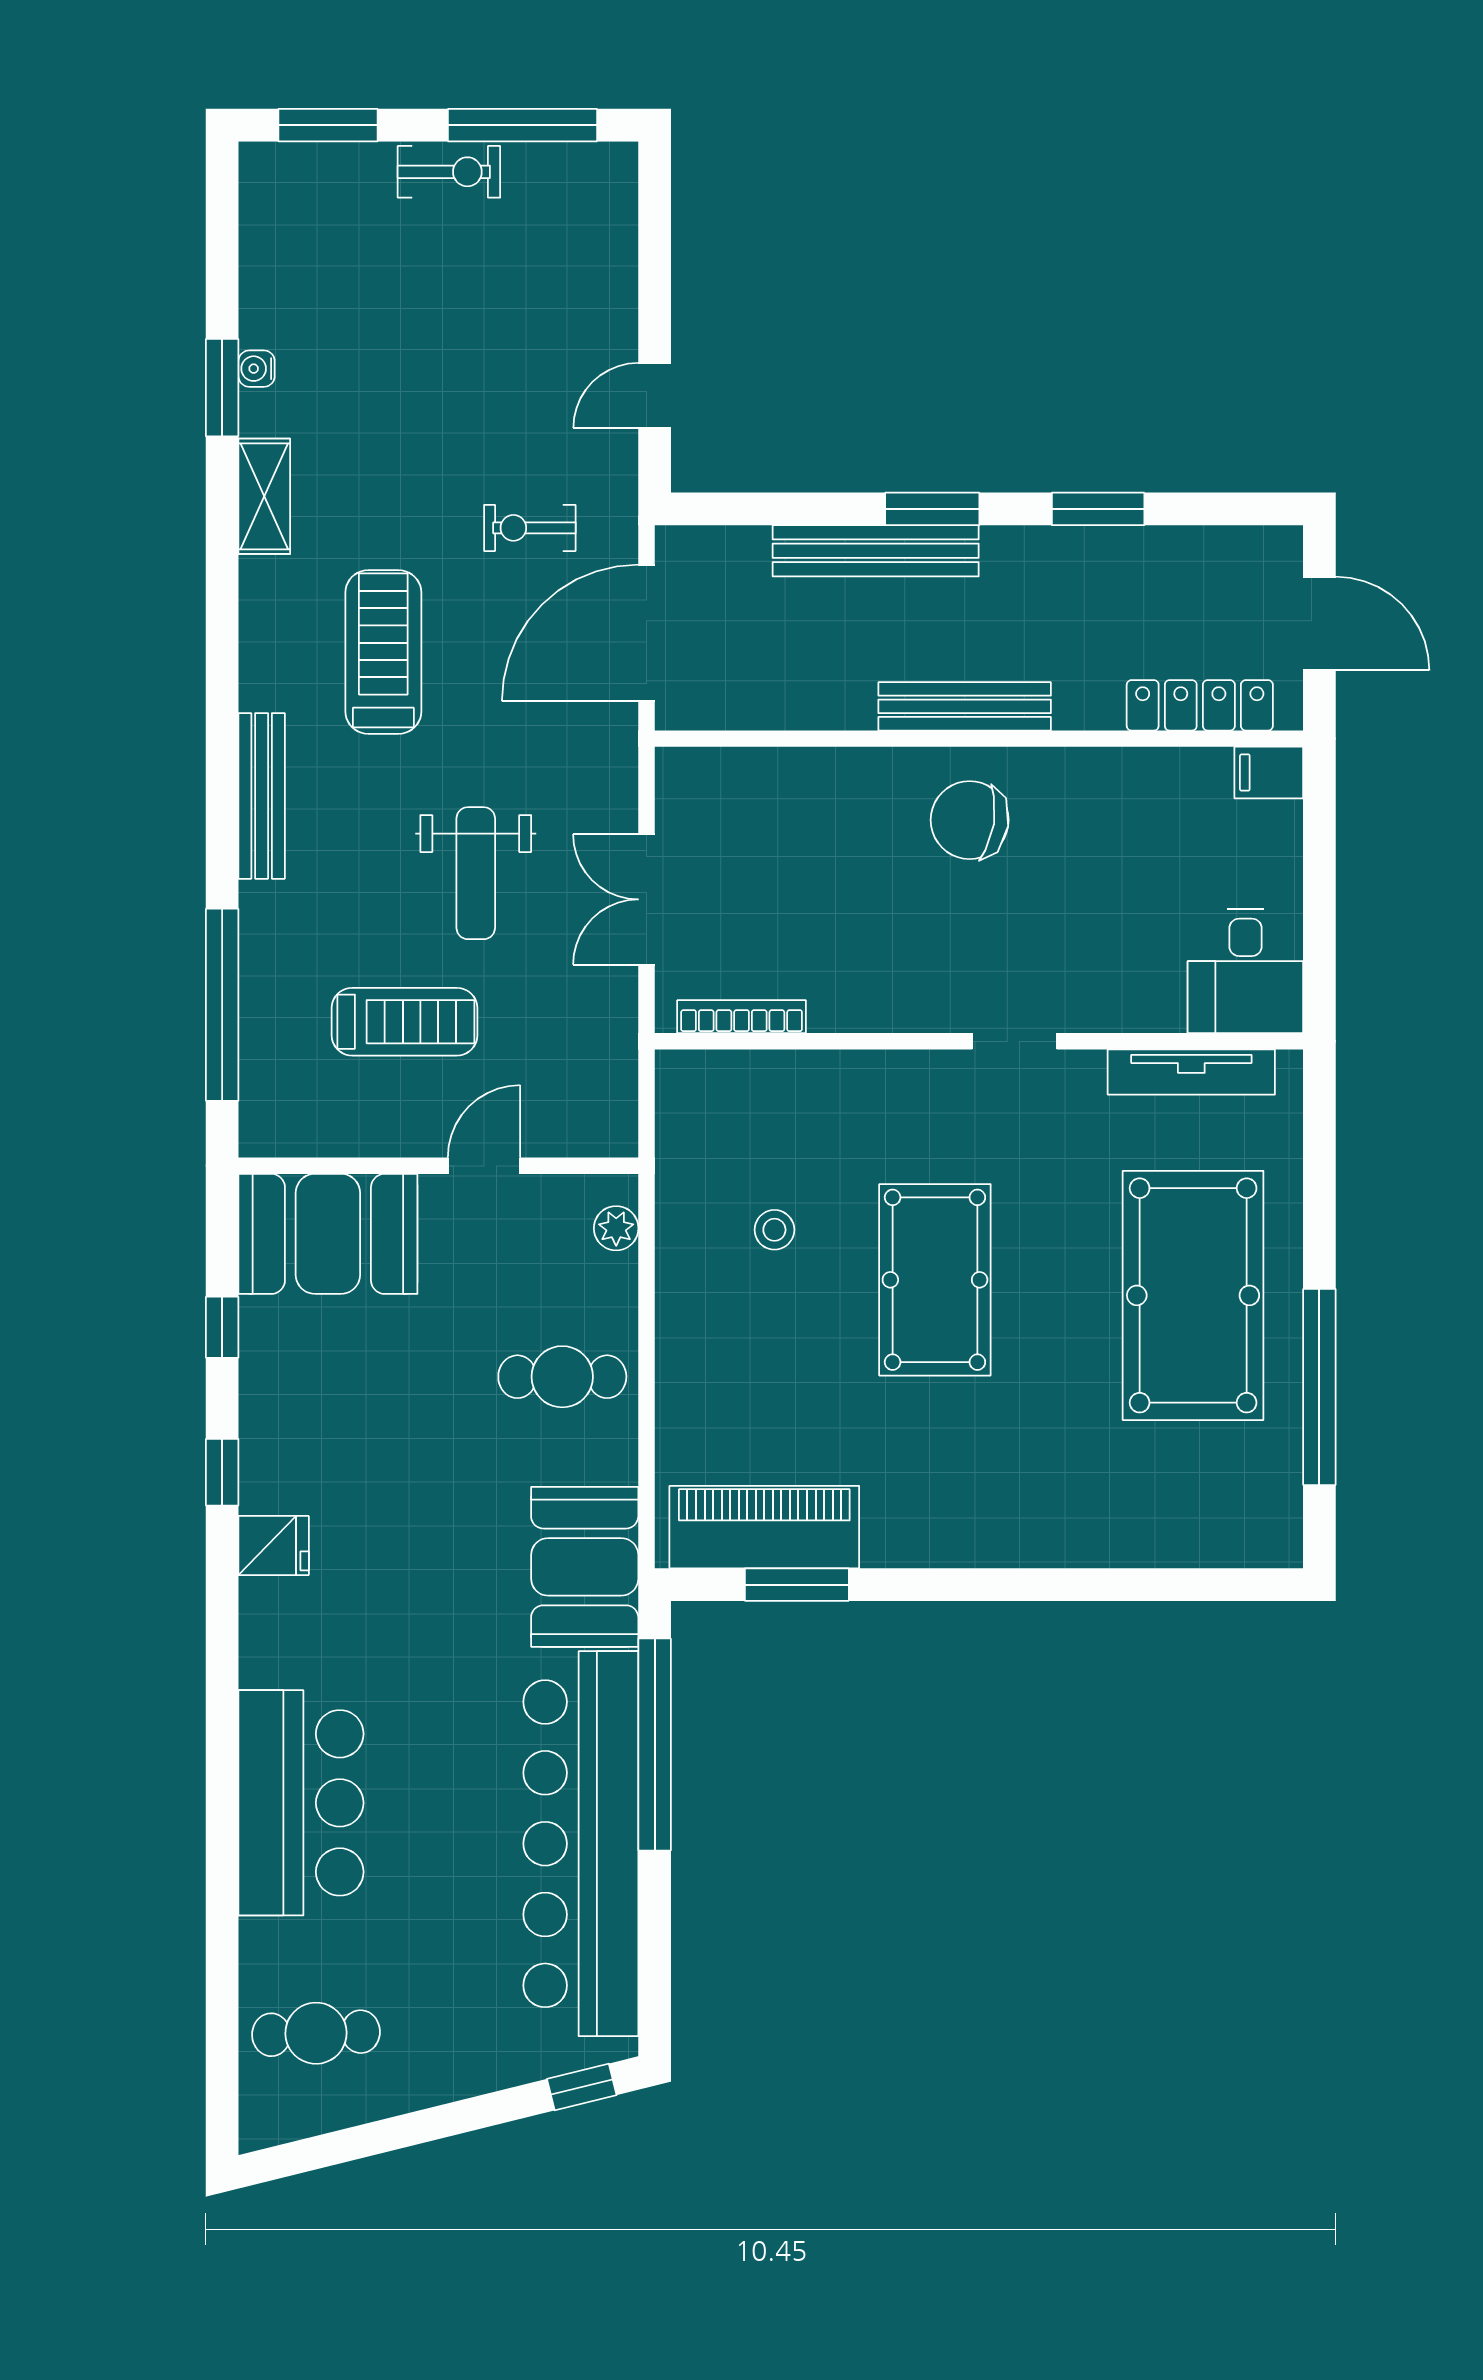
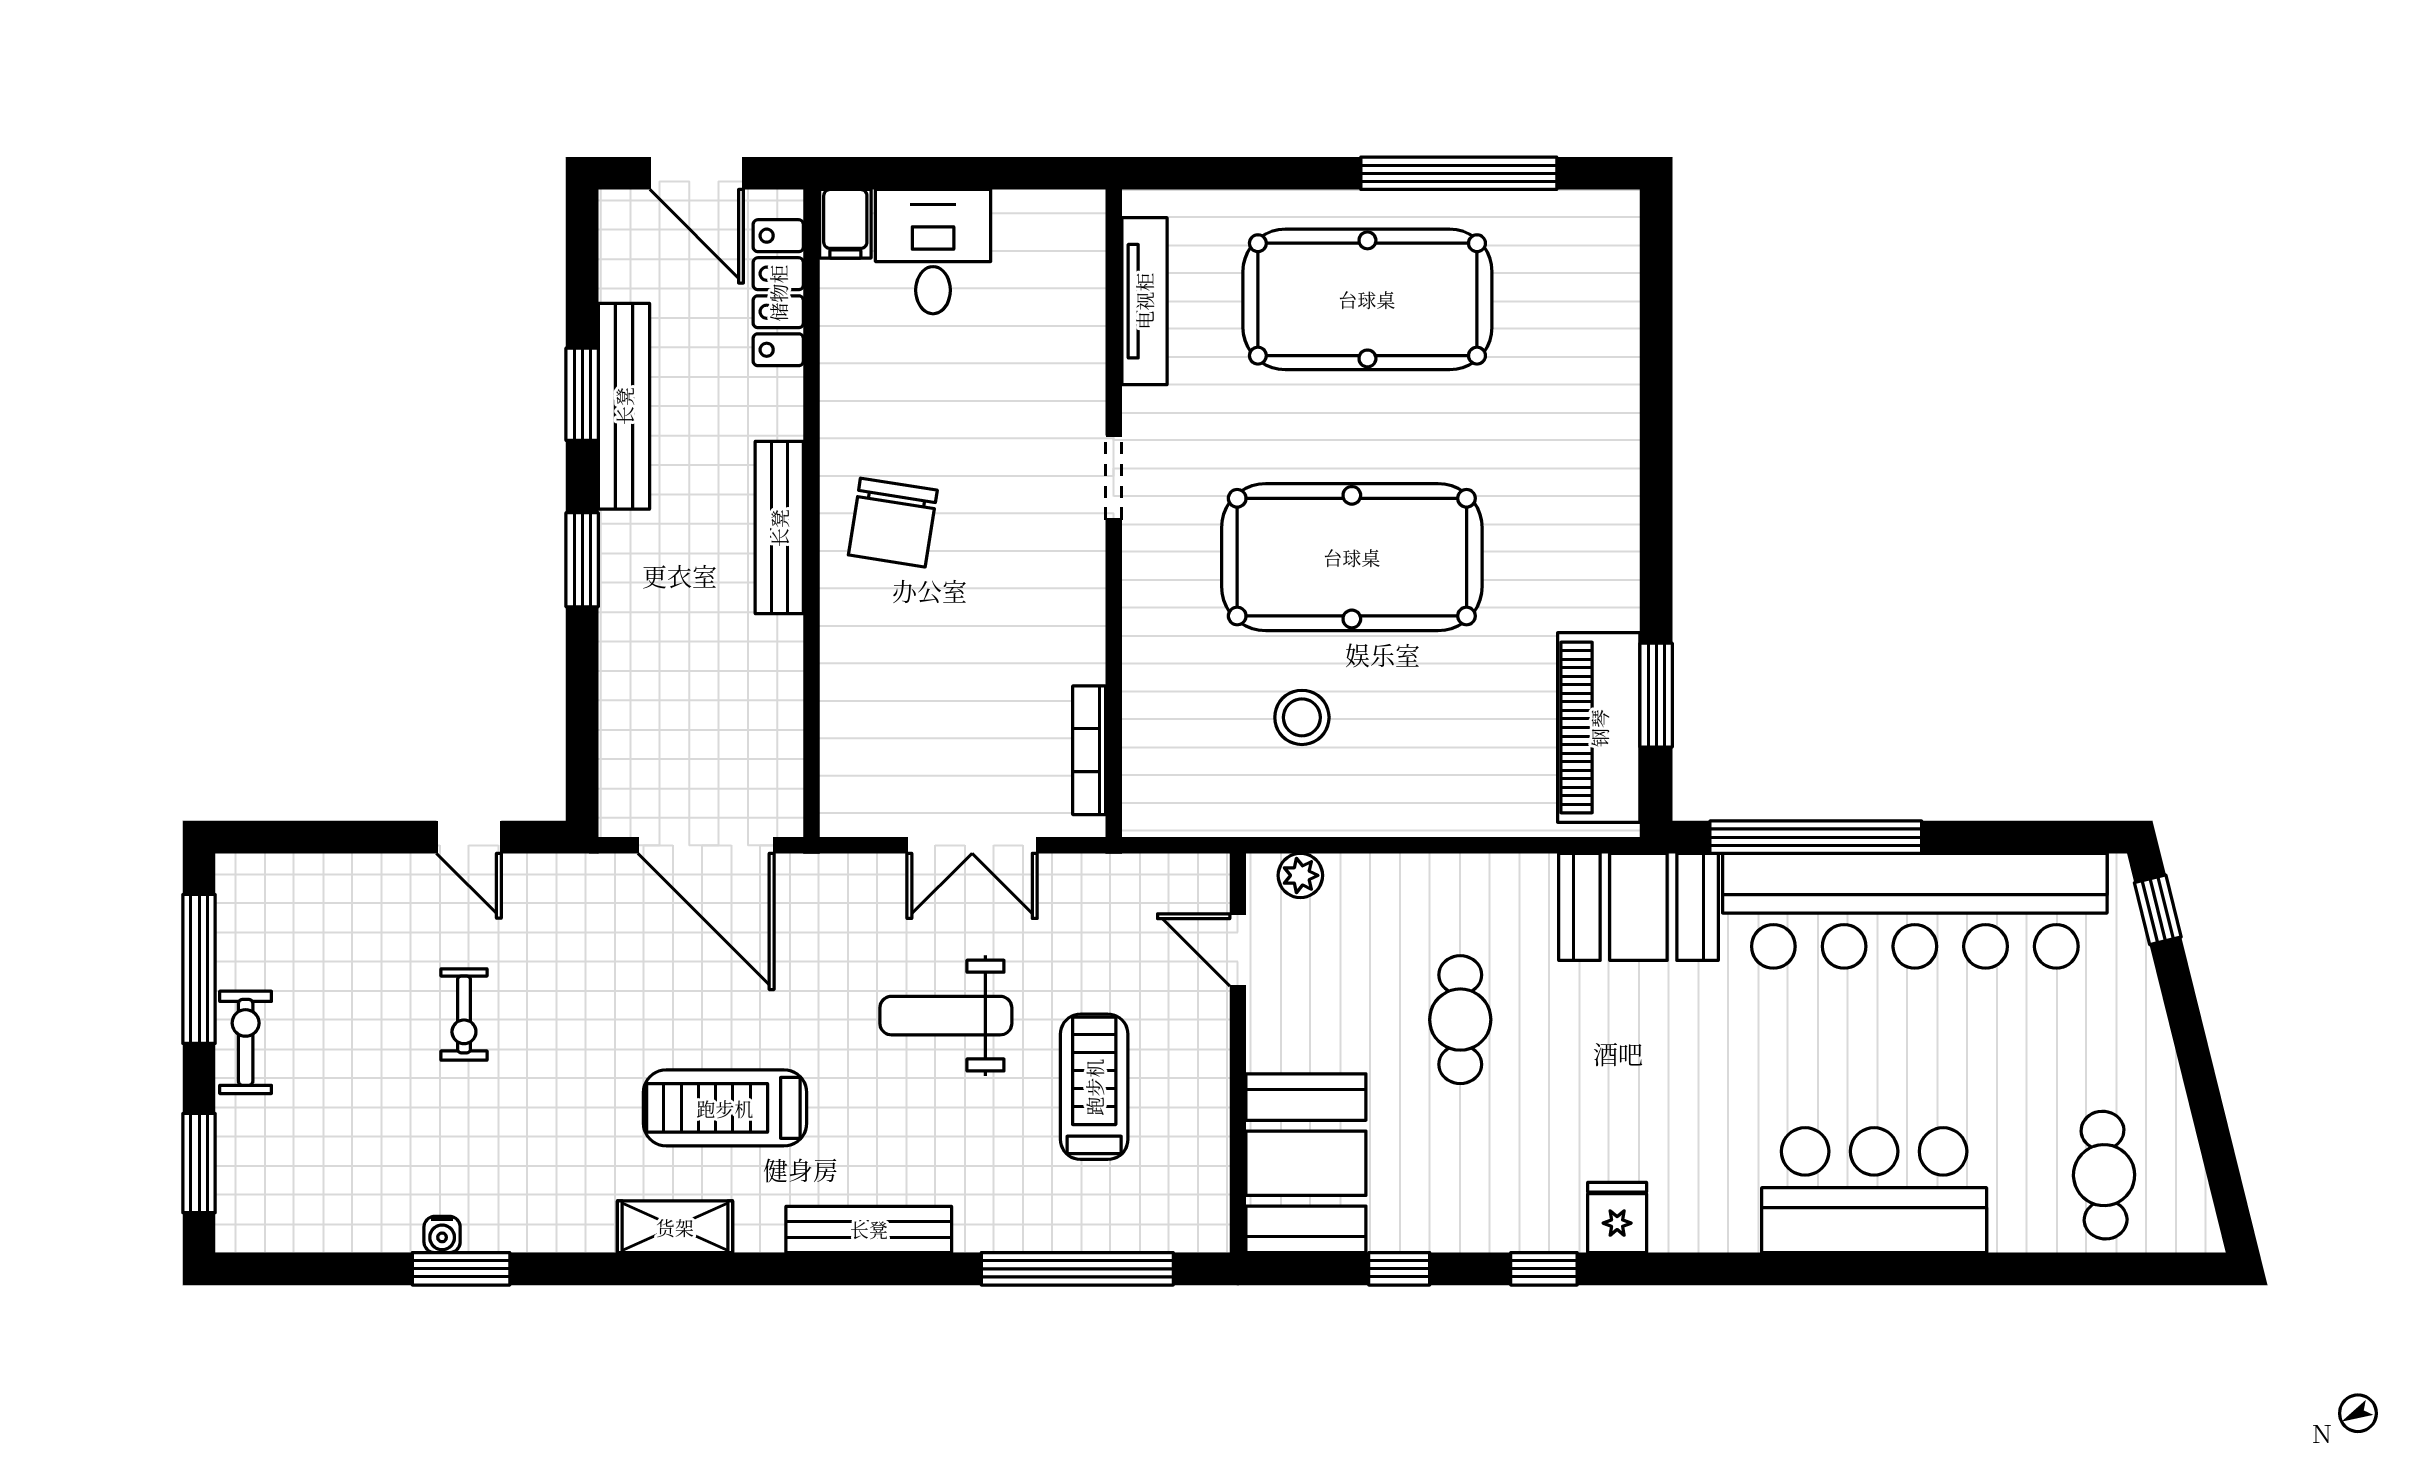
shelving: (264, 496) -> (675, 1227), moved
exercise bike: (530, 528) -> (464, 1014), moved
bench: (876, 551) -> (624, 406), moved
door: (1319, 624) -> (697, 173), swing flipped
weight bench: (476, 873) -> (946, 1016), turned 180
desk: (1245, 971) -> (933, 252), moved, turned -90
door: (484, 1166) -> (1238, 950), moved
stool: (774, 1230) -> (1302, 717), width x1.37, depth x1.37
pool table: (935, 1280) -> (1352, 557), width x1.36, depth x1.32
cafe table: (562, 1377) -> (1460, 1020), moved

